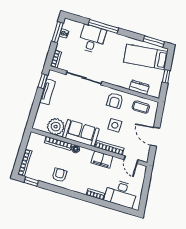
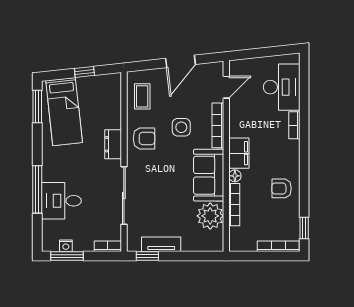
dresser: (139, 87) -> (113, 144), moved
filing cabinet: (102, 160) -> (239, 153), moved

